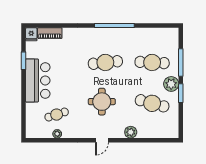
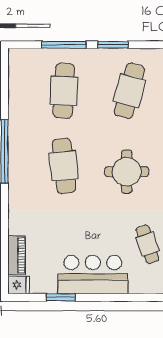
plant: (171, 84) -> (98, 60), removed

